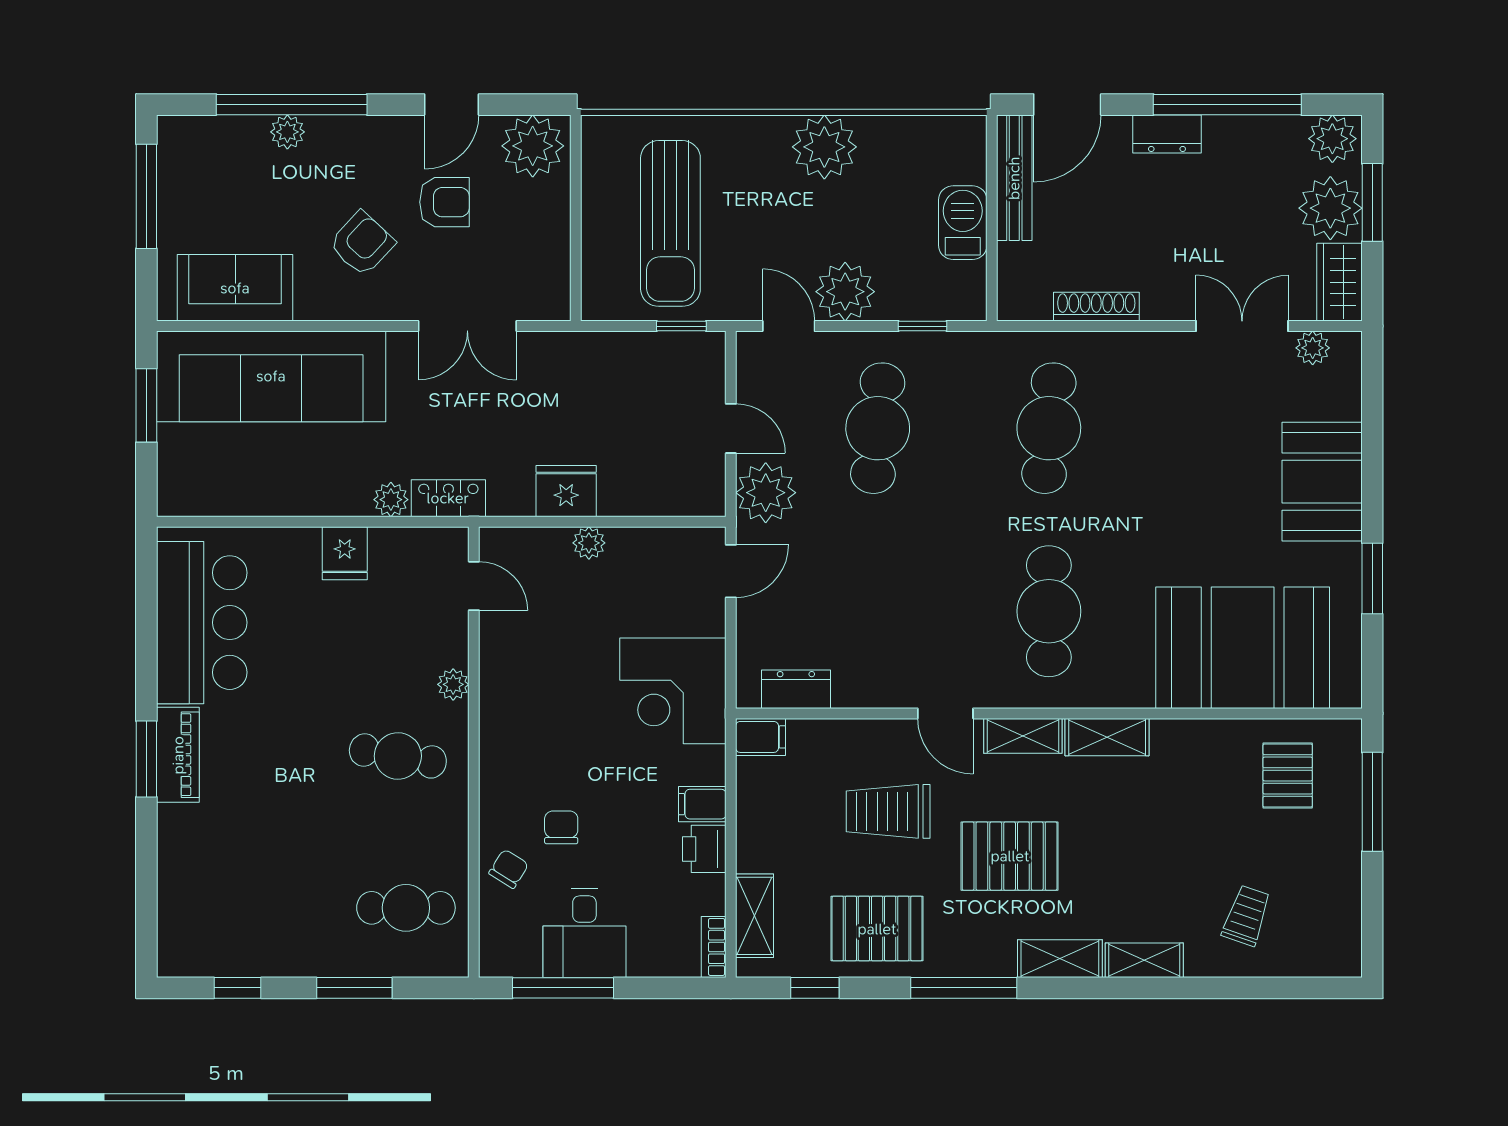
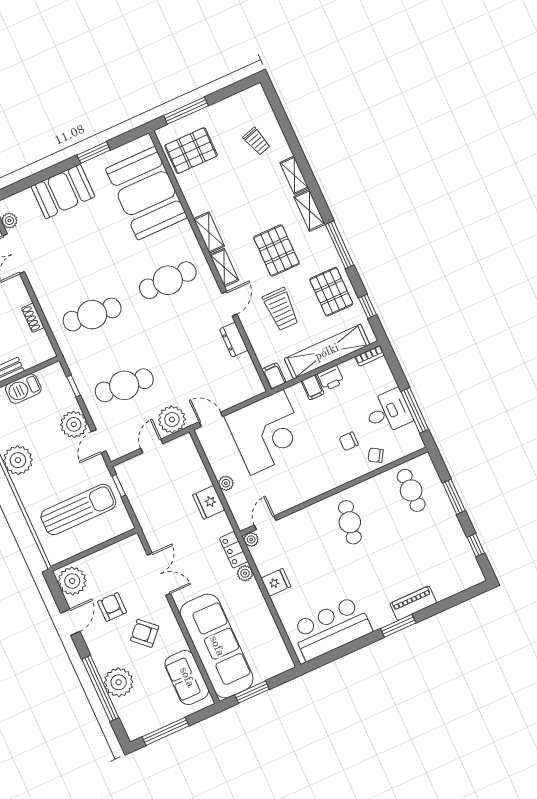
door: (452, 105) -> (70, 622), hinge flipped
plant: (287, 132) -> (119, 682), width x1.87, depth x1.87
shoe rack: (1096, 307) -> (33, 318), width x0.70
plant: (453, 684) -> (251, 539), moved
dresser: (796, 689) -> (234, 340), moved
corner desk: (673, 691) -> (267, 432), width x1.36, depth x1.36
piano: (178, 755) -> (413, 603), moved
pallet: (1288, 776) -> (191, 151), width x1.50, depth x1.42
shelving: (755, 916) -> (327, 352), width x2.20, depth x1.33
trolley: (1246, 916) -> (257, 141), turned -126

